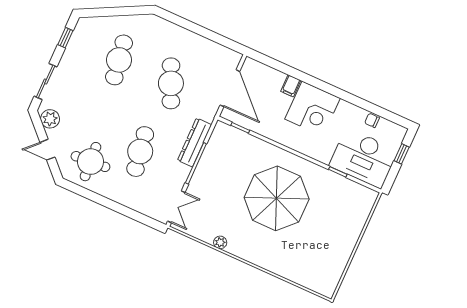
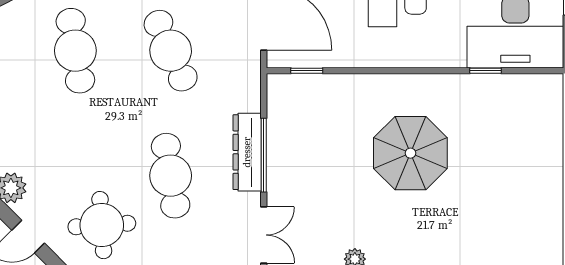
dresser: (194, 142) -> (247, 152), moved
parasol: (277, 198) -> (410, 153), width x0.73, depth x0.73

